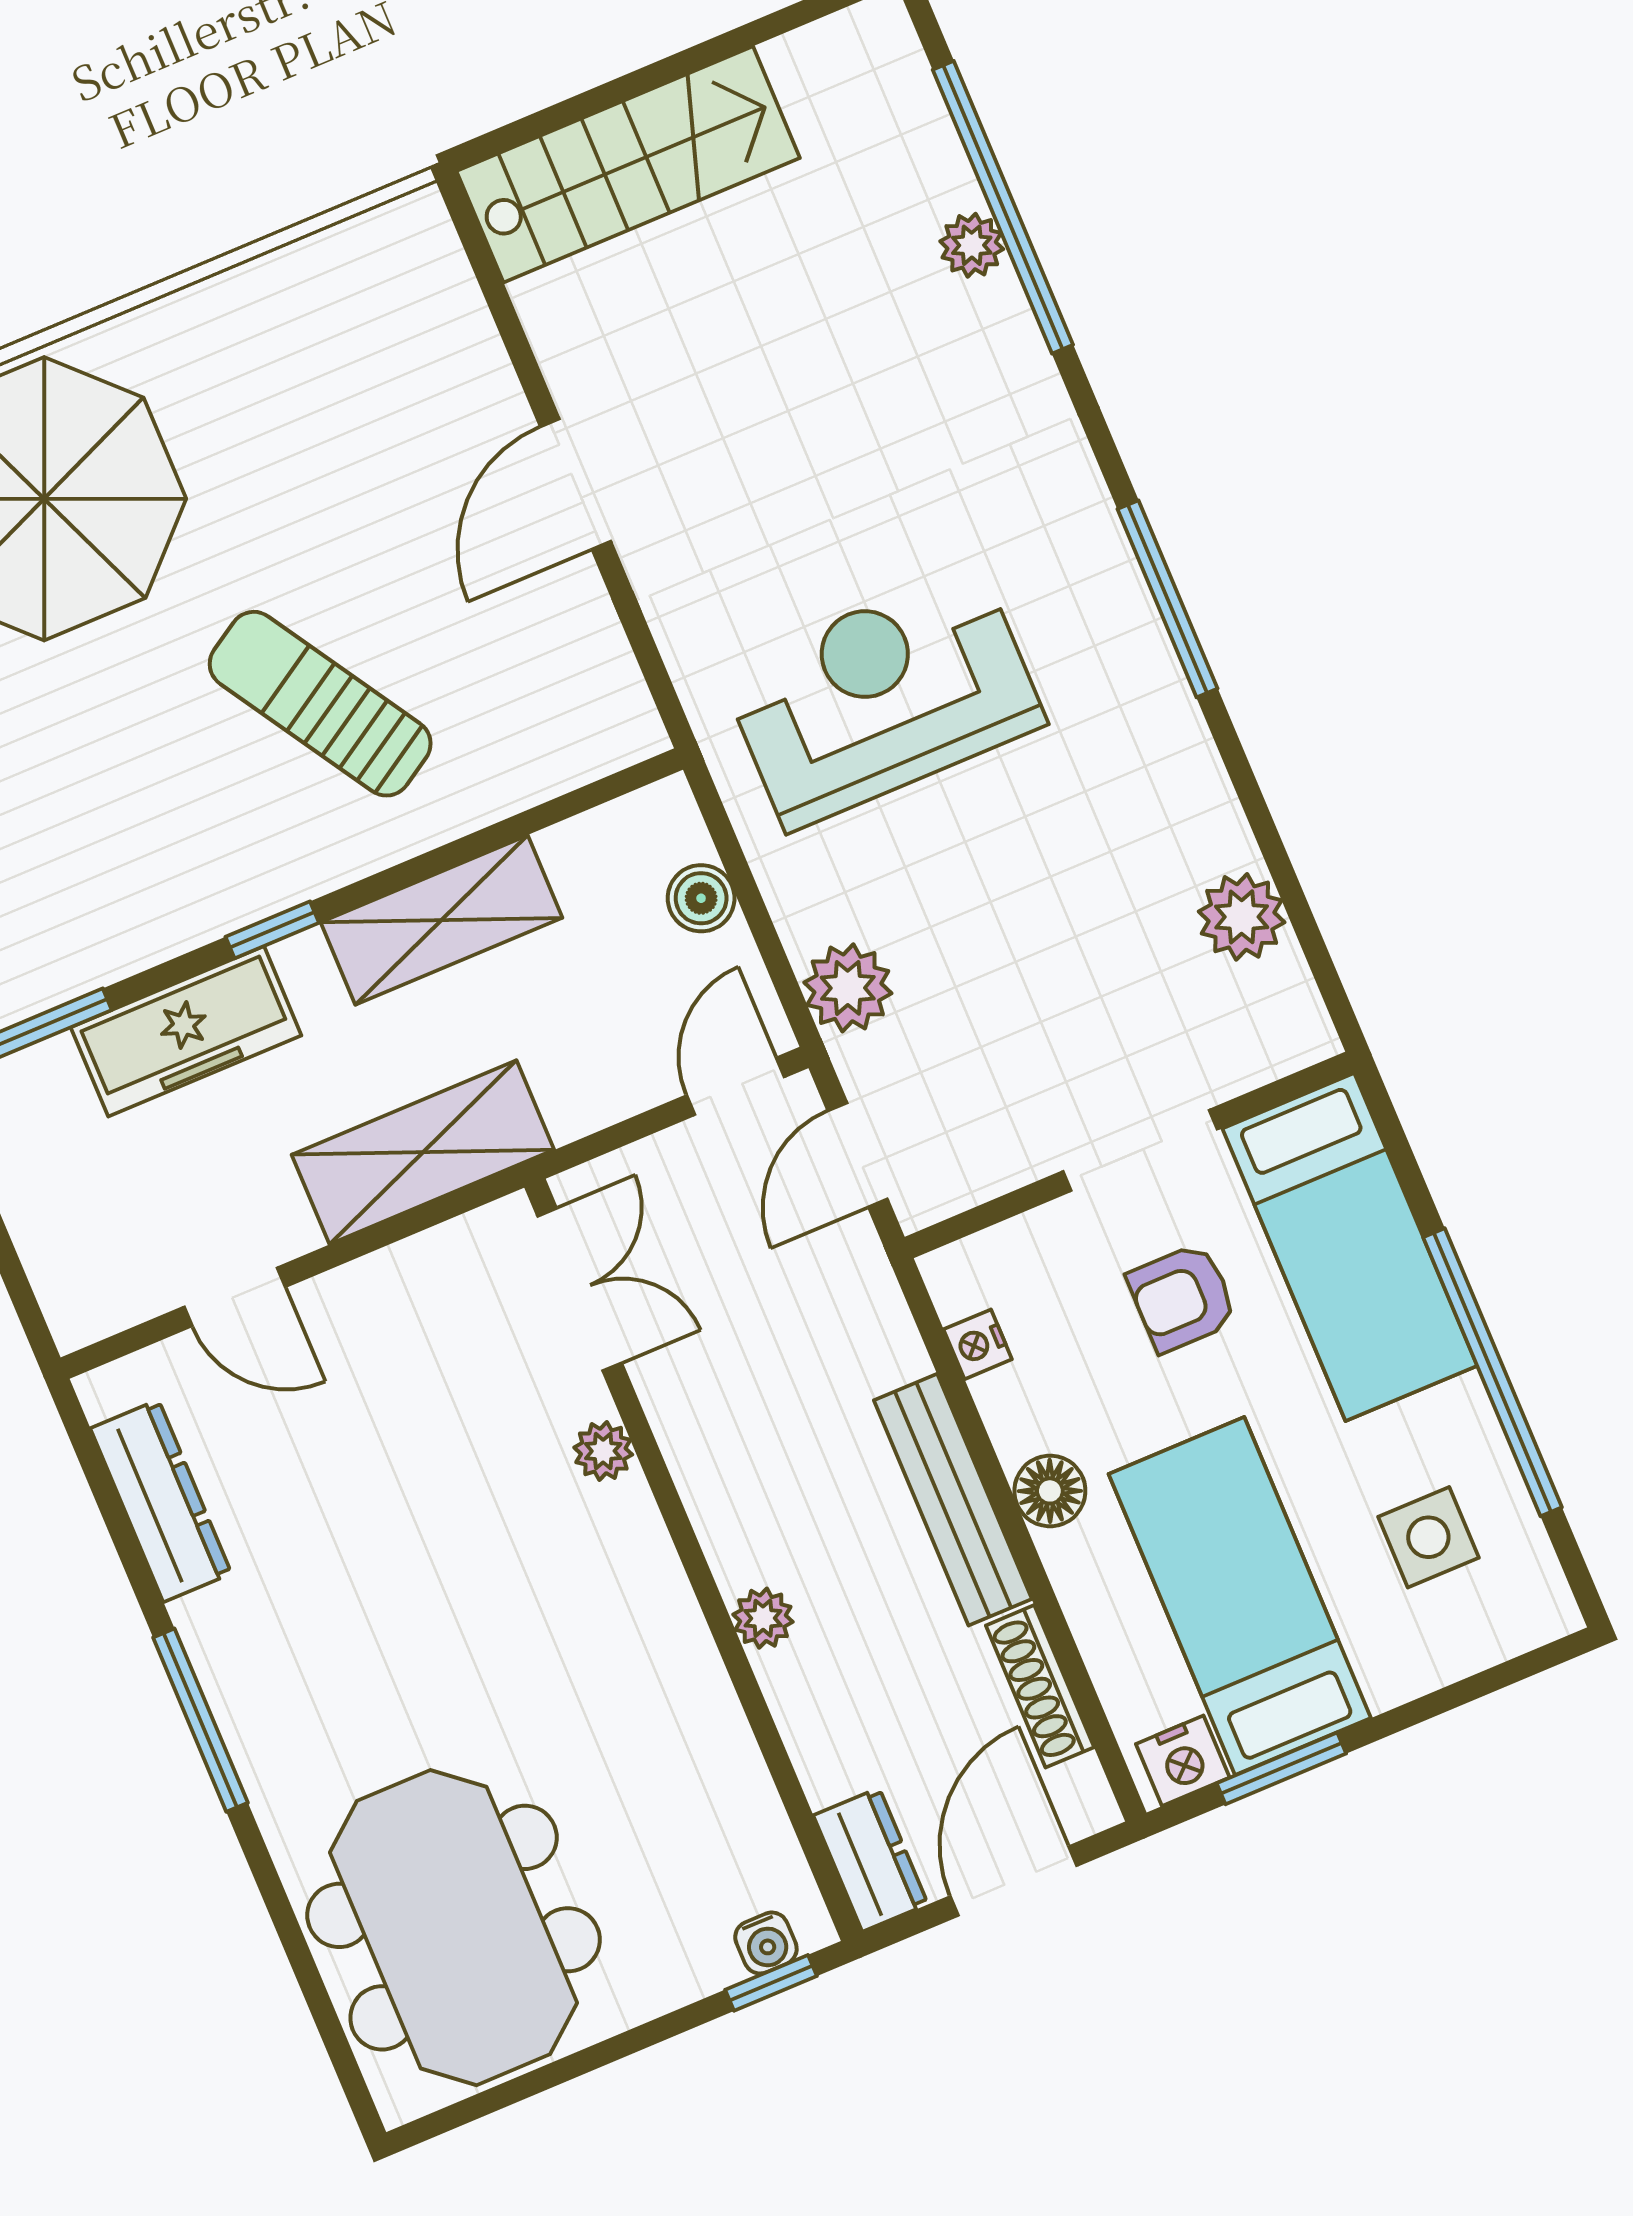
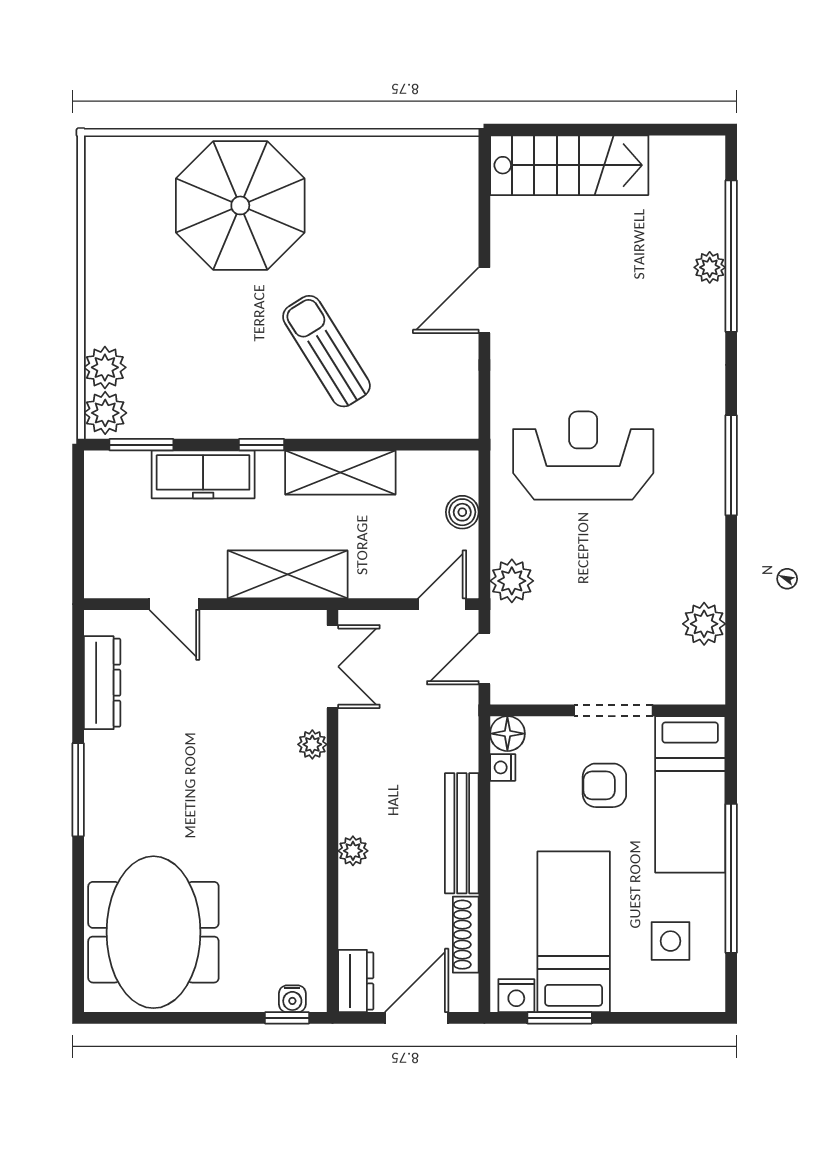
floor lamp: (1050, 1491) -> (507, 734), moved

